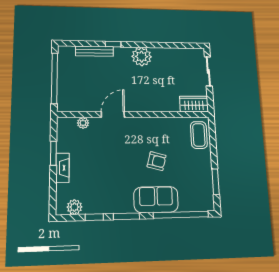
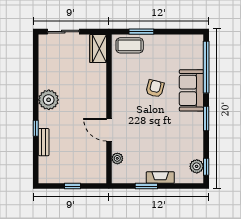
bench: (94, 51) -> (44, 142), width x0.73
window: (54, 78) -> (72, 186), width x0.32
window: (216, 182) -> (141, 32), moved
window: (94, 217) -> (206, 167), moved

